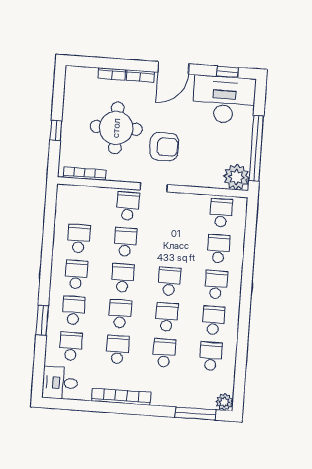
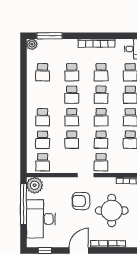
desk: (224, 100) -> (41, 219), moved, turned 90
school desk: (213, 320) -> (72, 140), moved

